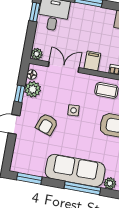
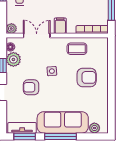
armchair: (47, 124) -> (31, 87), turned 71
tv unit: (28, 168) -> (22, 128), added
window: (82, 188) -> (61, 136), moved

